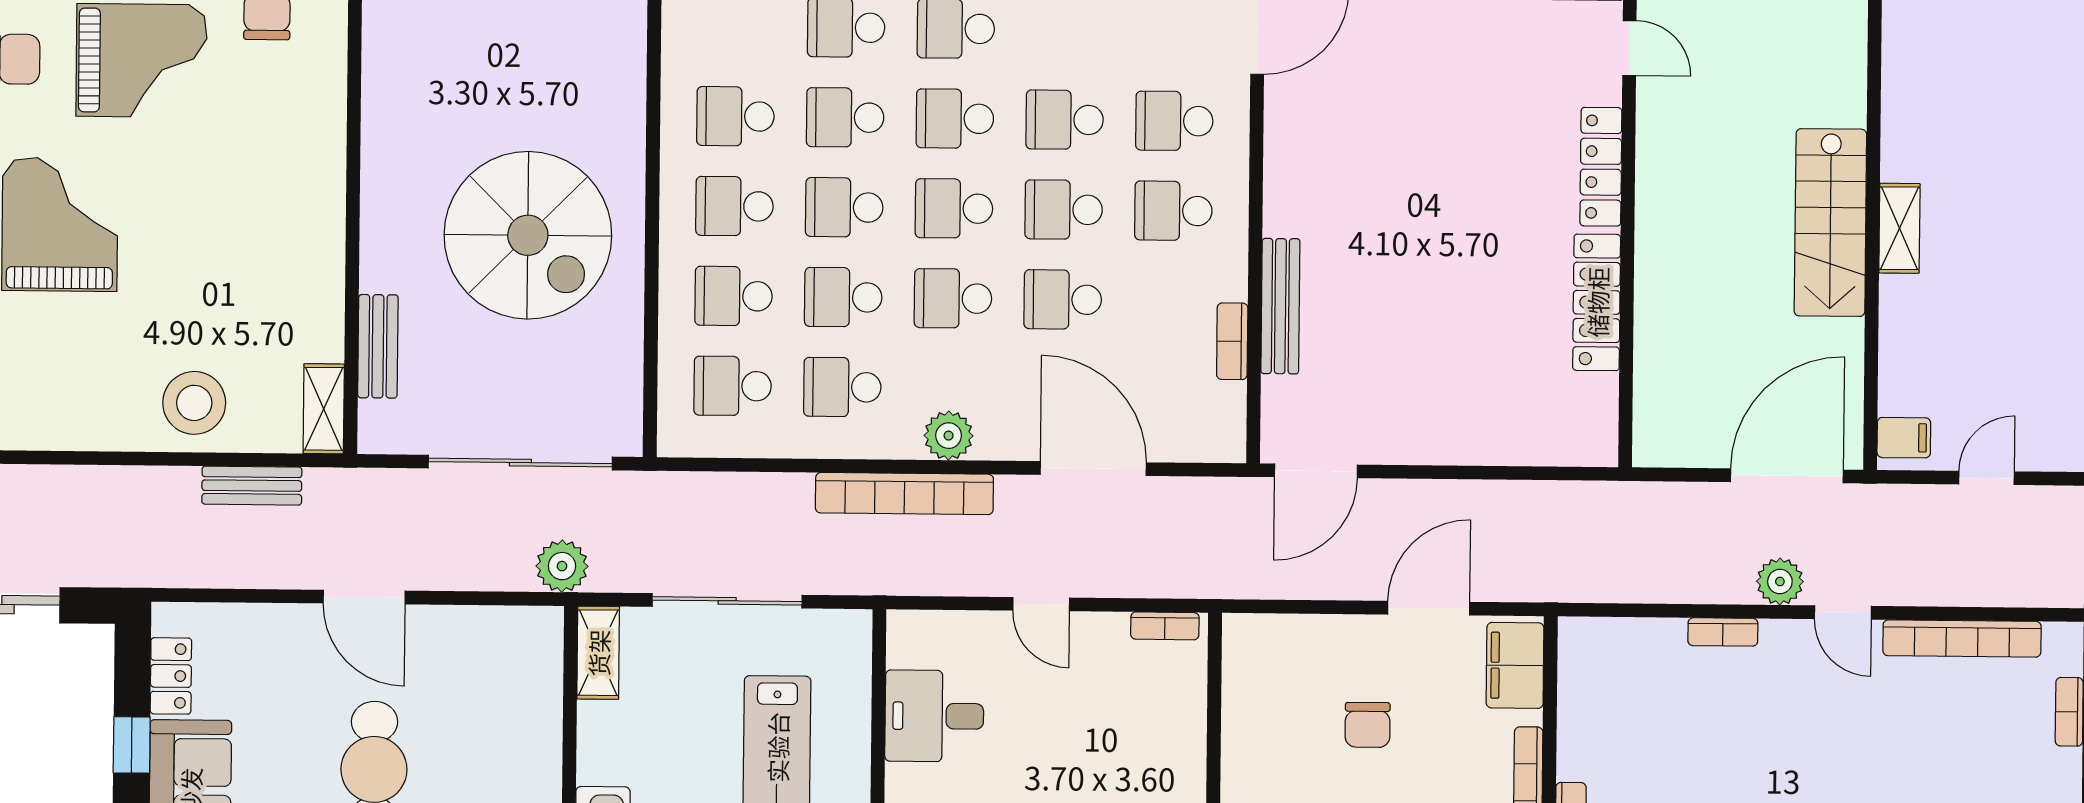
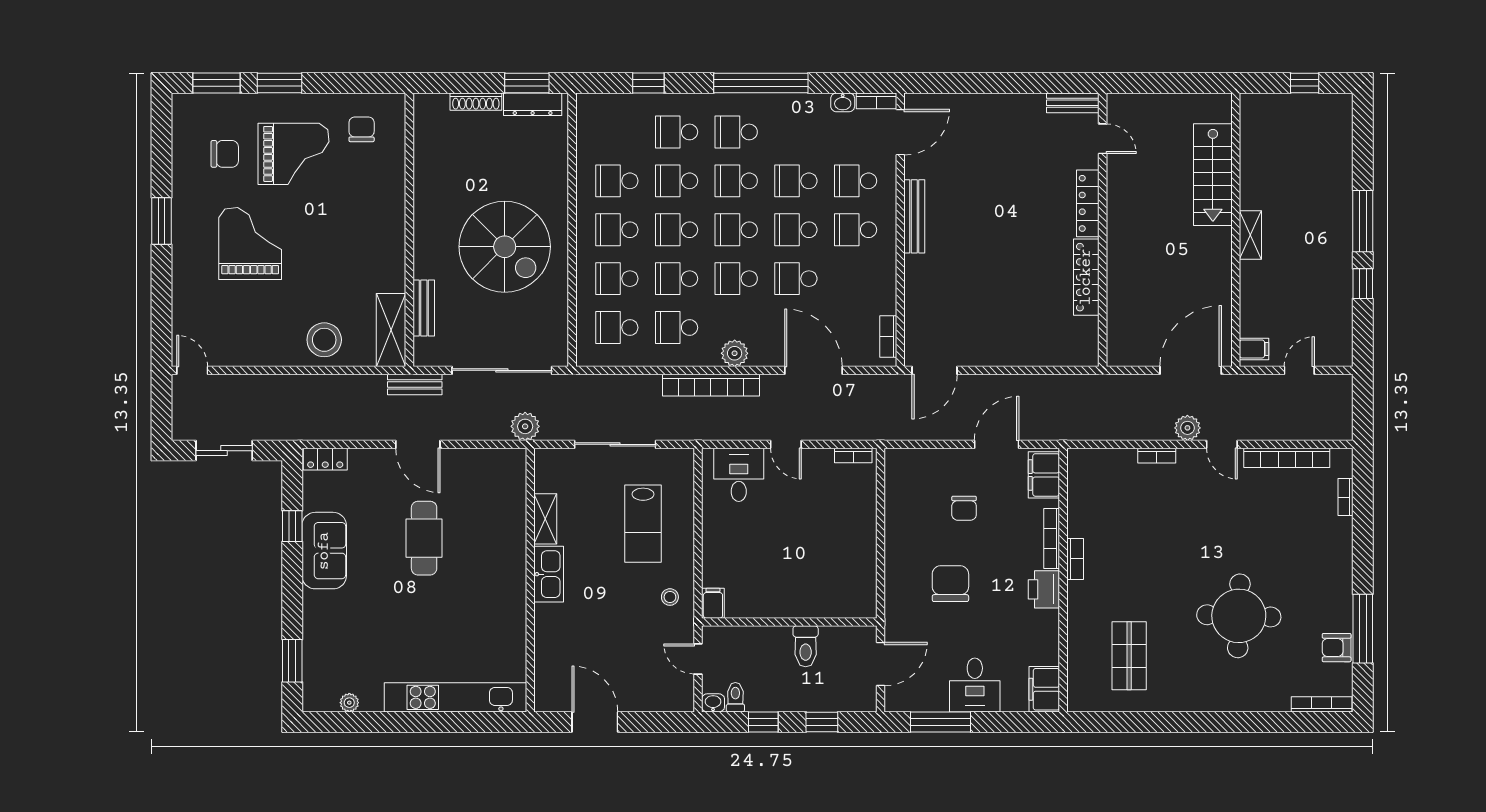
stairs: (1830, 223) -> (1213, 175), moved
bench: (1280, 306) -> (914, 216), moved
bookcase: (1232, 341) -> (888, 337), moved
shelving: (324, 409) -> (391, 330), width x1.50, depth x1.33
bench: (252, 486) -> (415, 384), moved
shelving: (598, 653) -> (545, 519), moved
locker: (171, 676) -> (325, 459), moved, turned 90
desk: (934, 716) -> (739, 475), moved, turned 90

